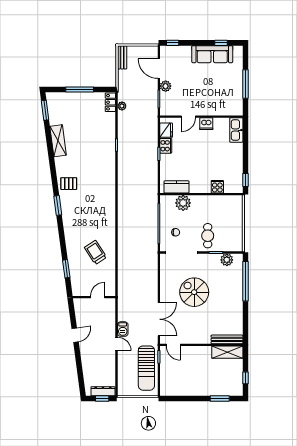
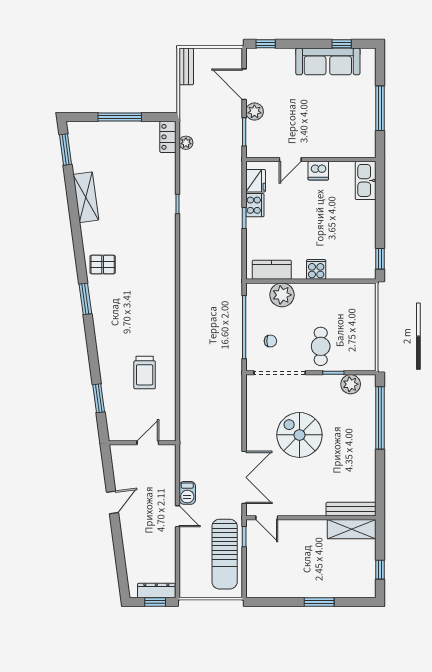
cooker: (217, 187) -> (316, 269), moved
trolley: (96, 252) -> (145, 373), turned -147
window: (220, 399) -> (319, 602), moved

